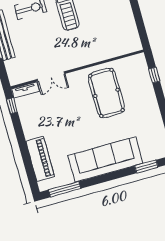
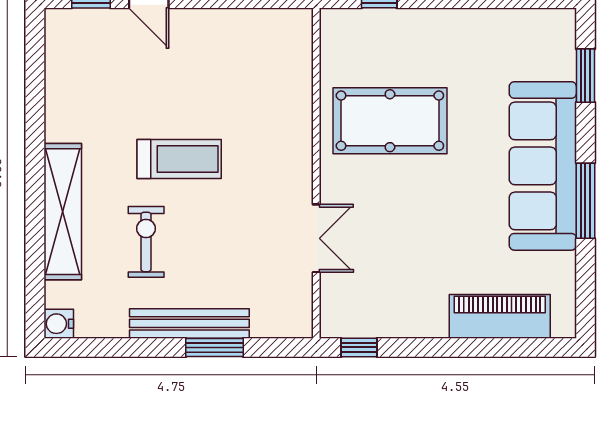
tv unit: (25, 90) -> (331, 306), removed
window: (65, 189) -> (585, 201), moved

